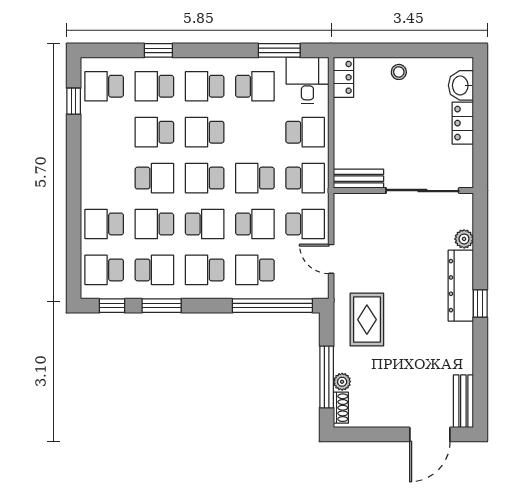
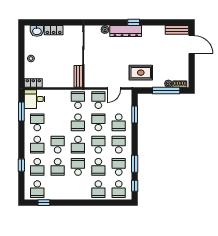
school desk: (205, 132) -> (58, 145), turned 180
school desk: (305, 132) -> (58, 100), removed
school desk: (205, 270) -> (119, 145), turned 180
window: (272, 306) -> (135, 115), width x0.47

